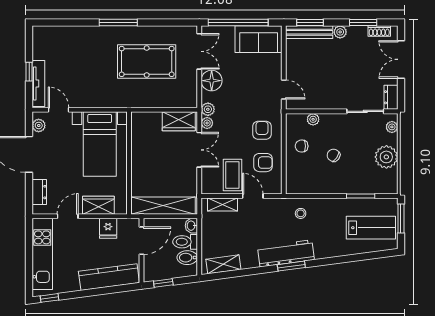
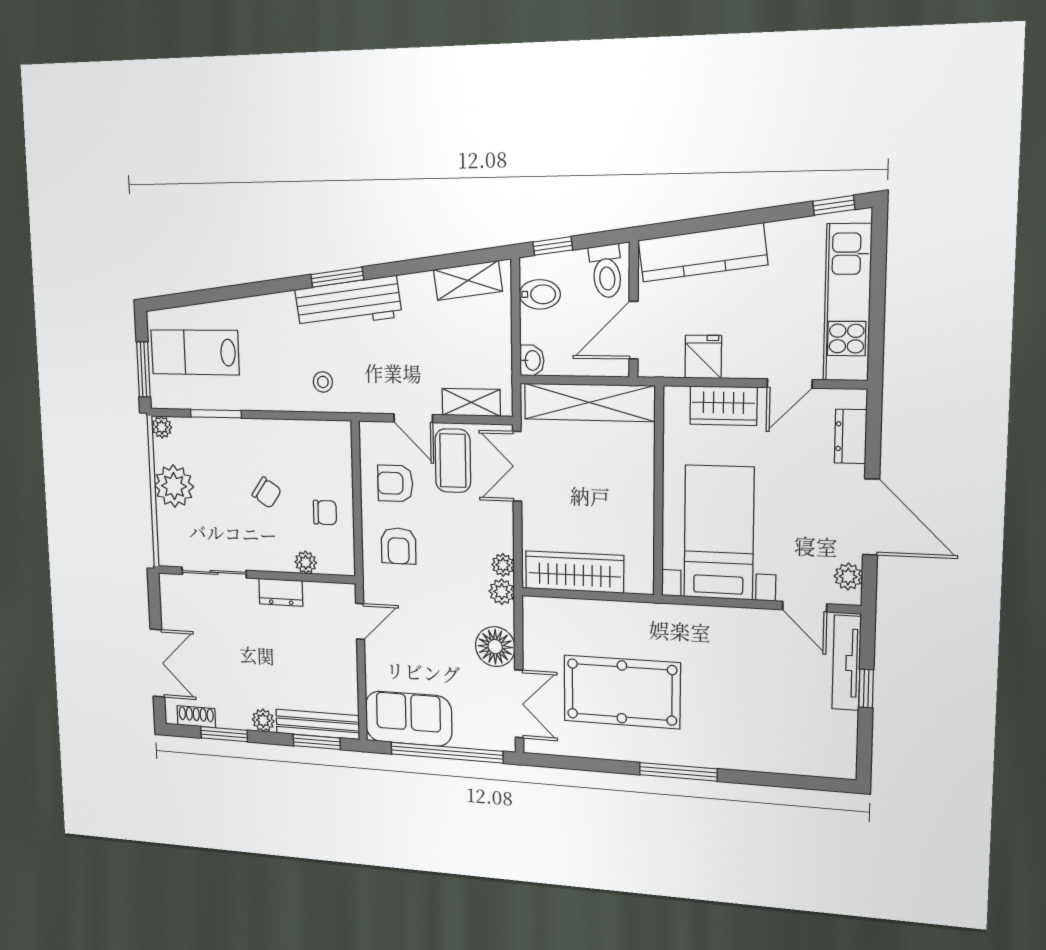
double door: (199, 51) -> (519, 704), swing flipped
door: (284, 89) -> (360, 621), swing flipped
dresser: (391, 97) -> (281, 592), moved, turned 90
wardrobe: (179, 121) -> (574, 572), width x1.50
plant: (392, 127) -> (162, 427), moved
double door: (199, 150) -> (517, 466), moved
toilet: (185, 242) -> (606, 271), moved, turned 83
window: (163, 283) -> (553, 246), moved

